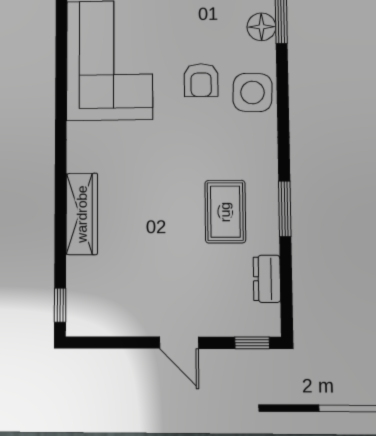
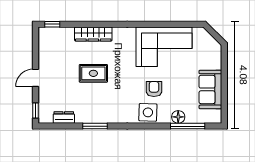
armchair: (201, 80) -> (154, 89), turned 90
rug: (225, 212) -> (93, 73), moved

